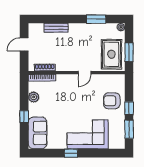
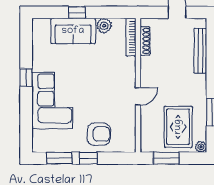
bench: (56, 28) -> (200, 51), width x1.36
rug: (111, 54) -> (178, 127), moved, turned 90
door: (85, 73) -> (138, 96), swing flipped
armchair: (112, 101) -> (99, 134), turned 90
sofa: (38, 133) -> (73, 31), moved

